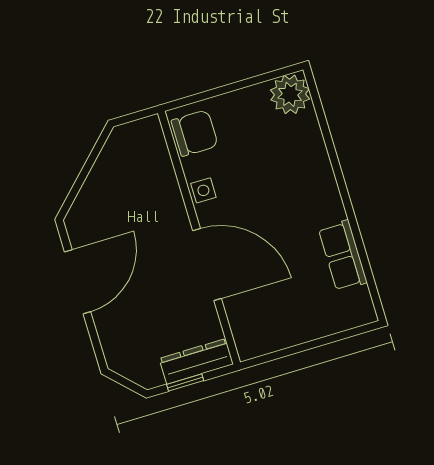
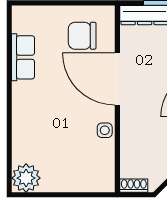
shoe rack: (142, 128) -> (134, 186), added
chair: (195, 133) -> (82, 36), moved

